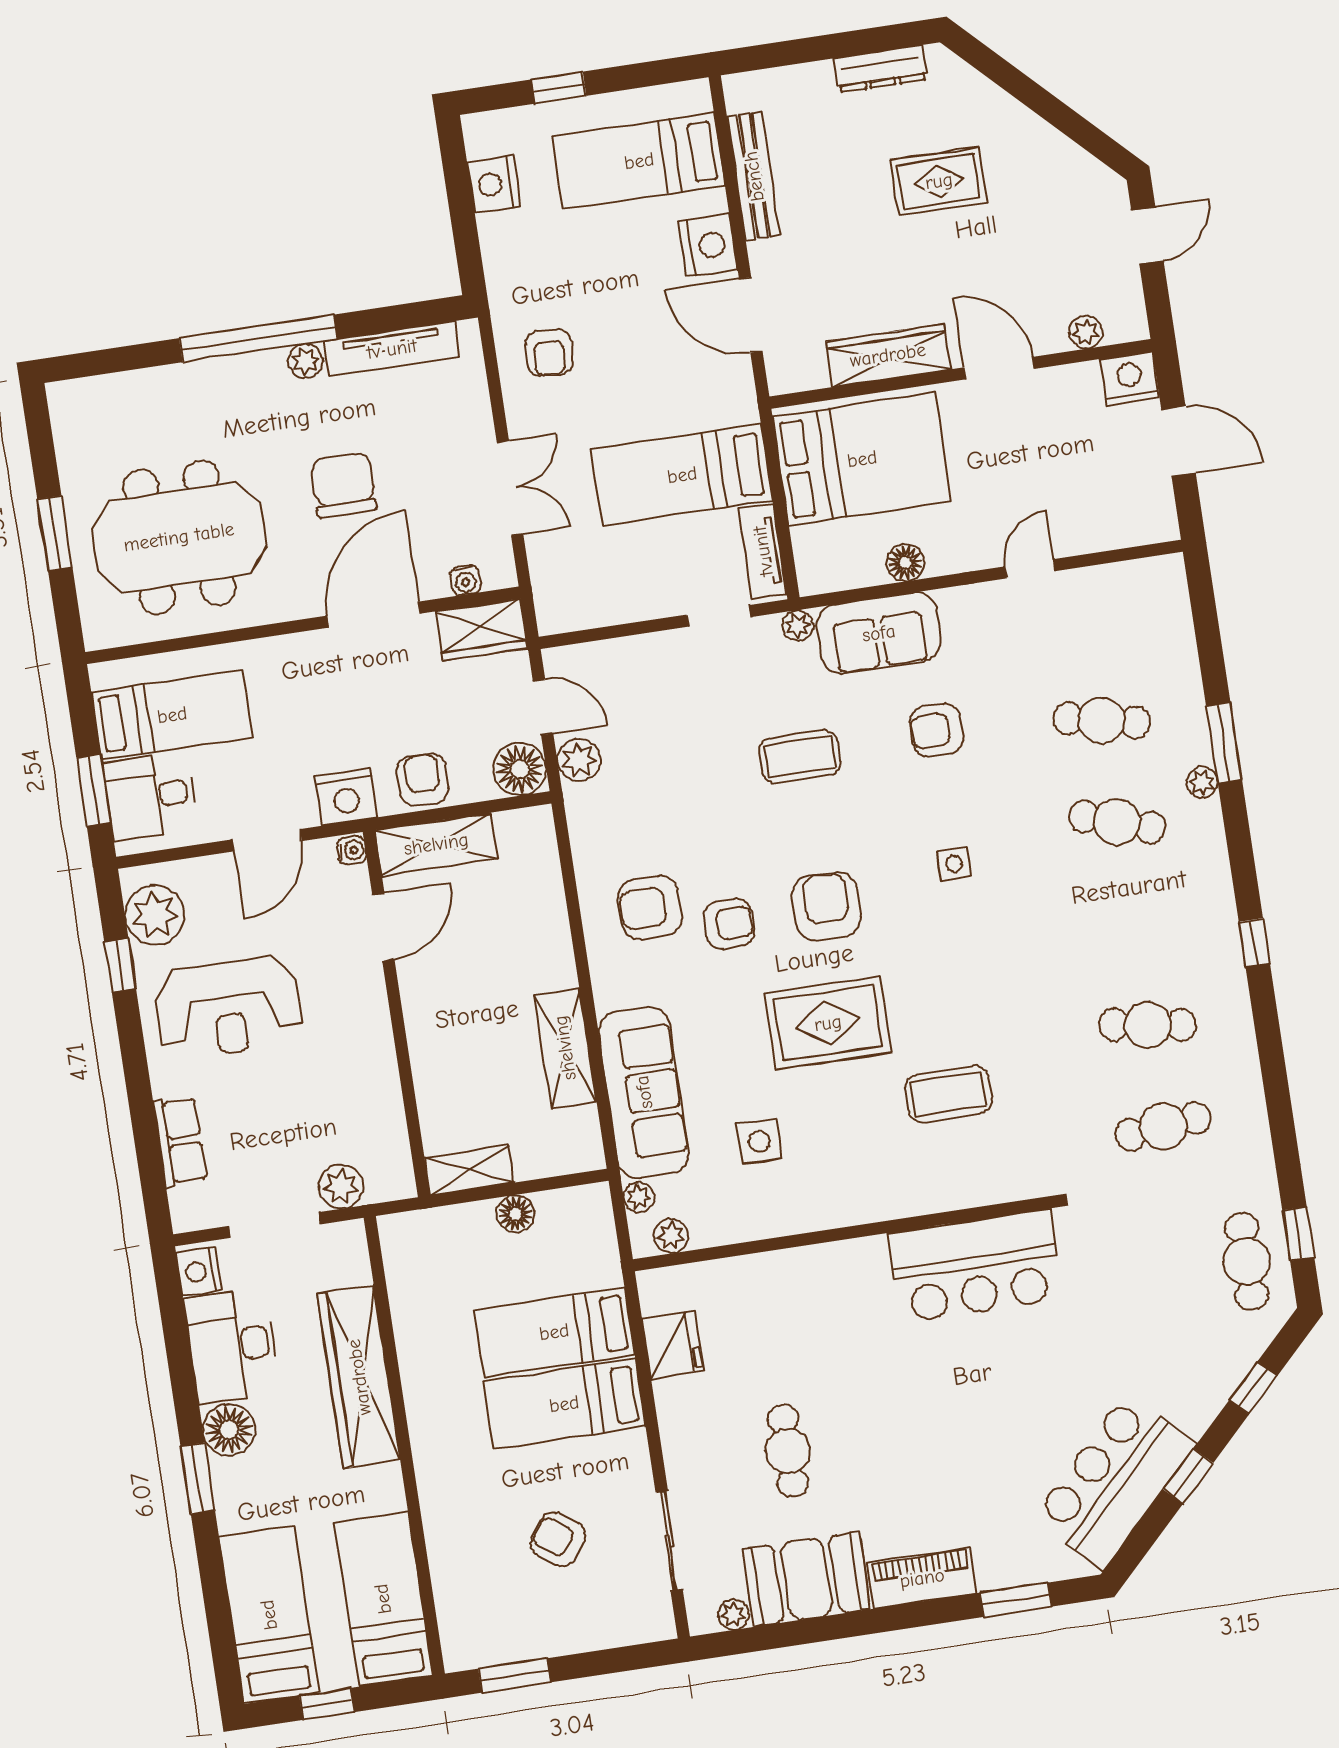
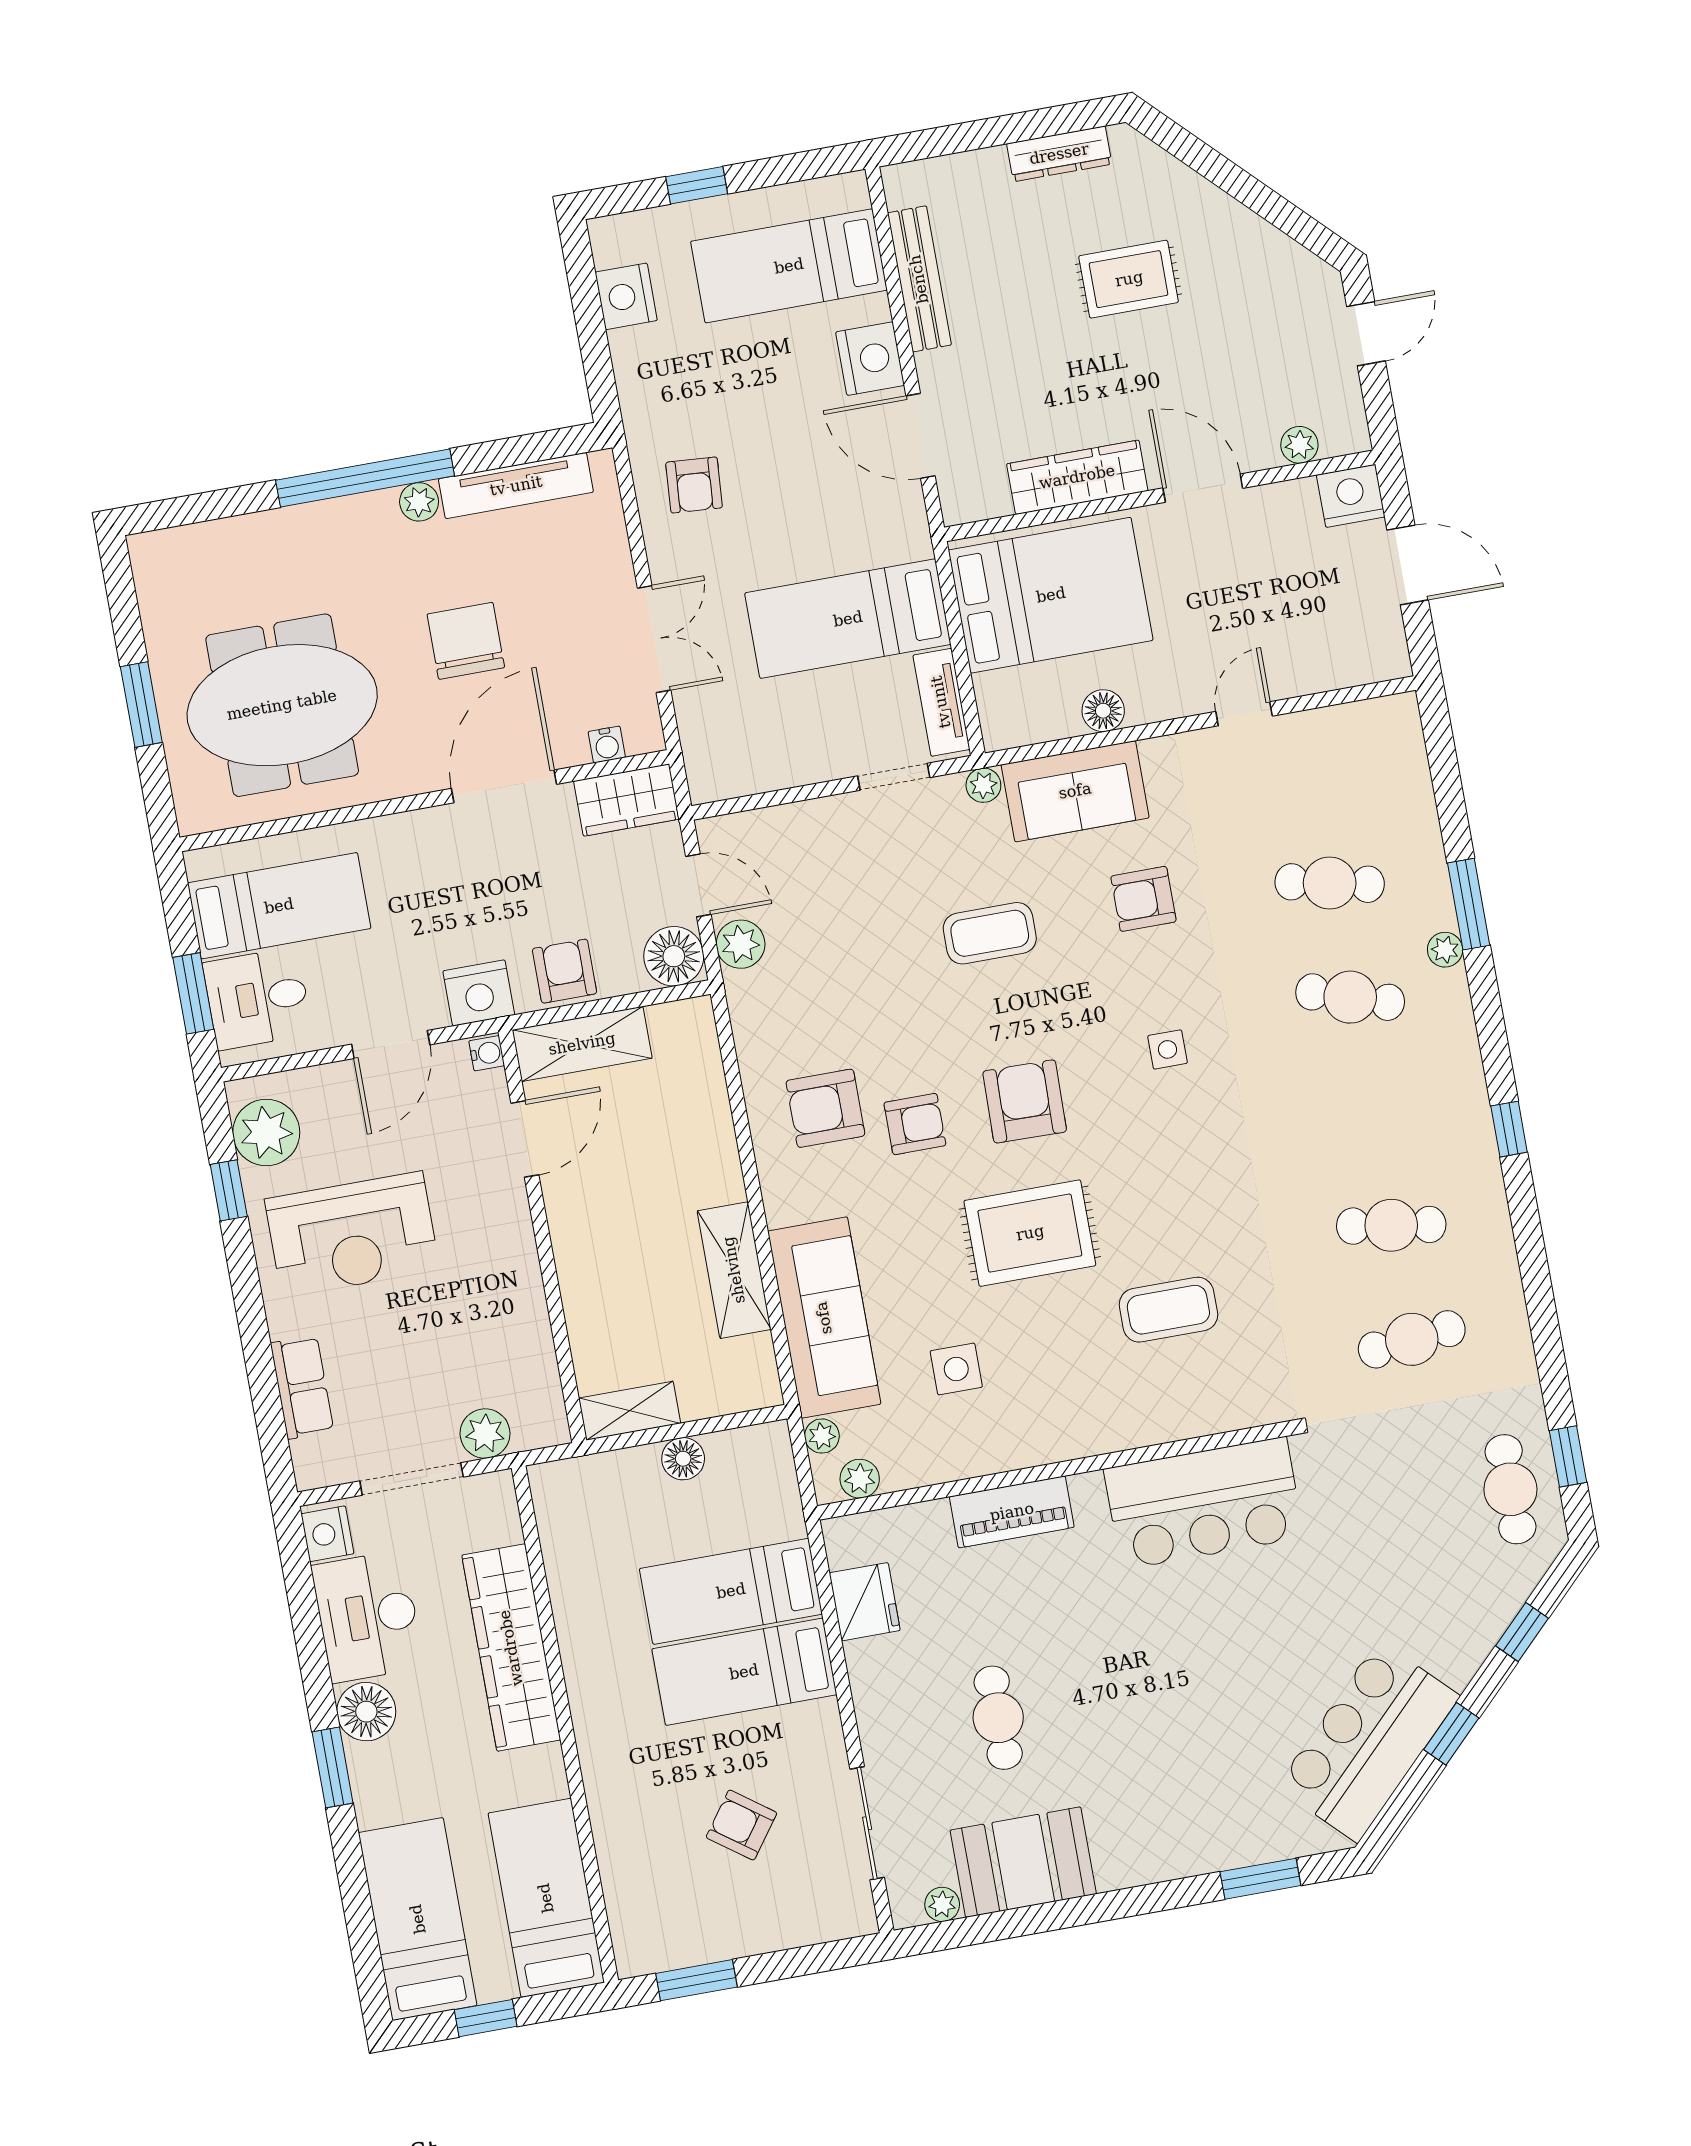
piano: (922, 1578) -> (1012, 1512), moved, turned 180

